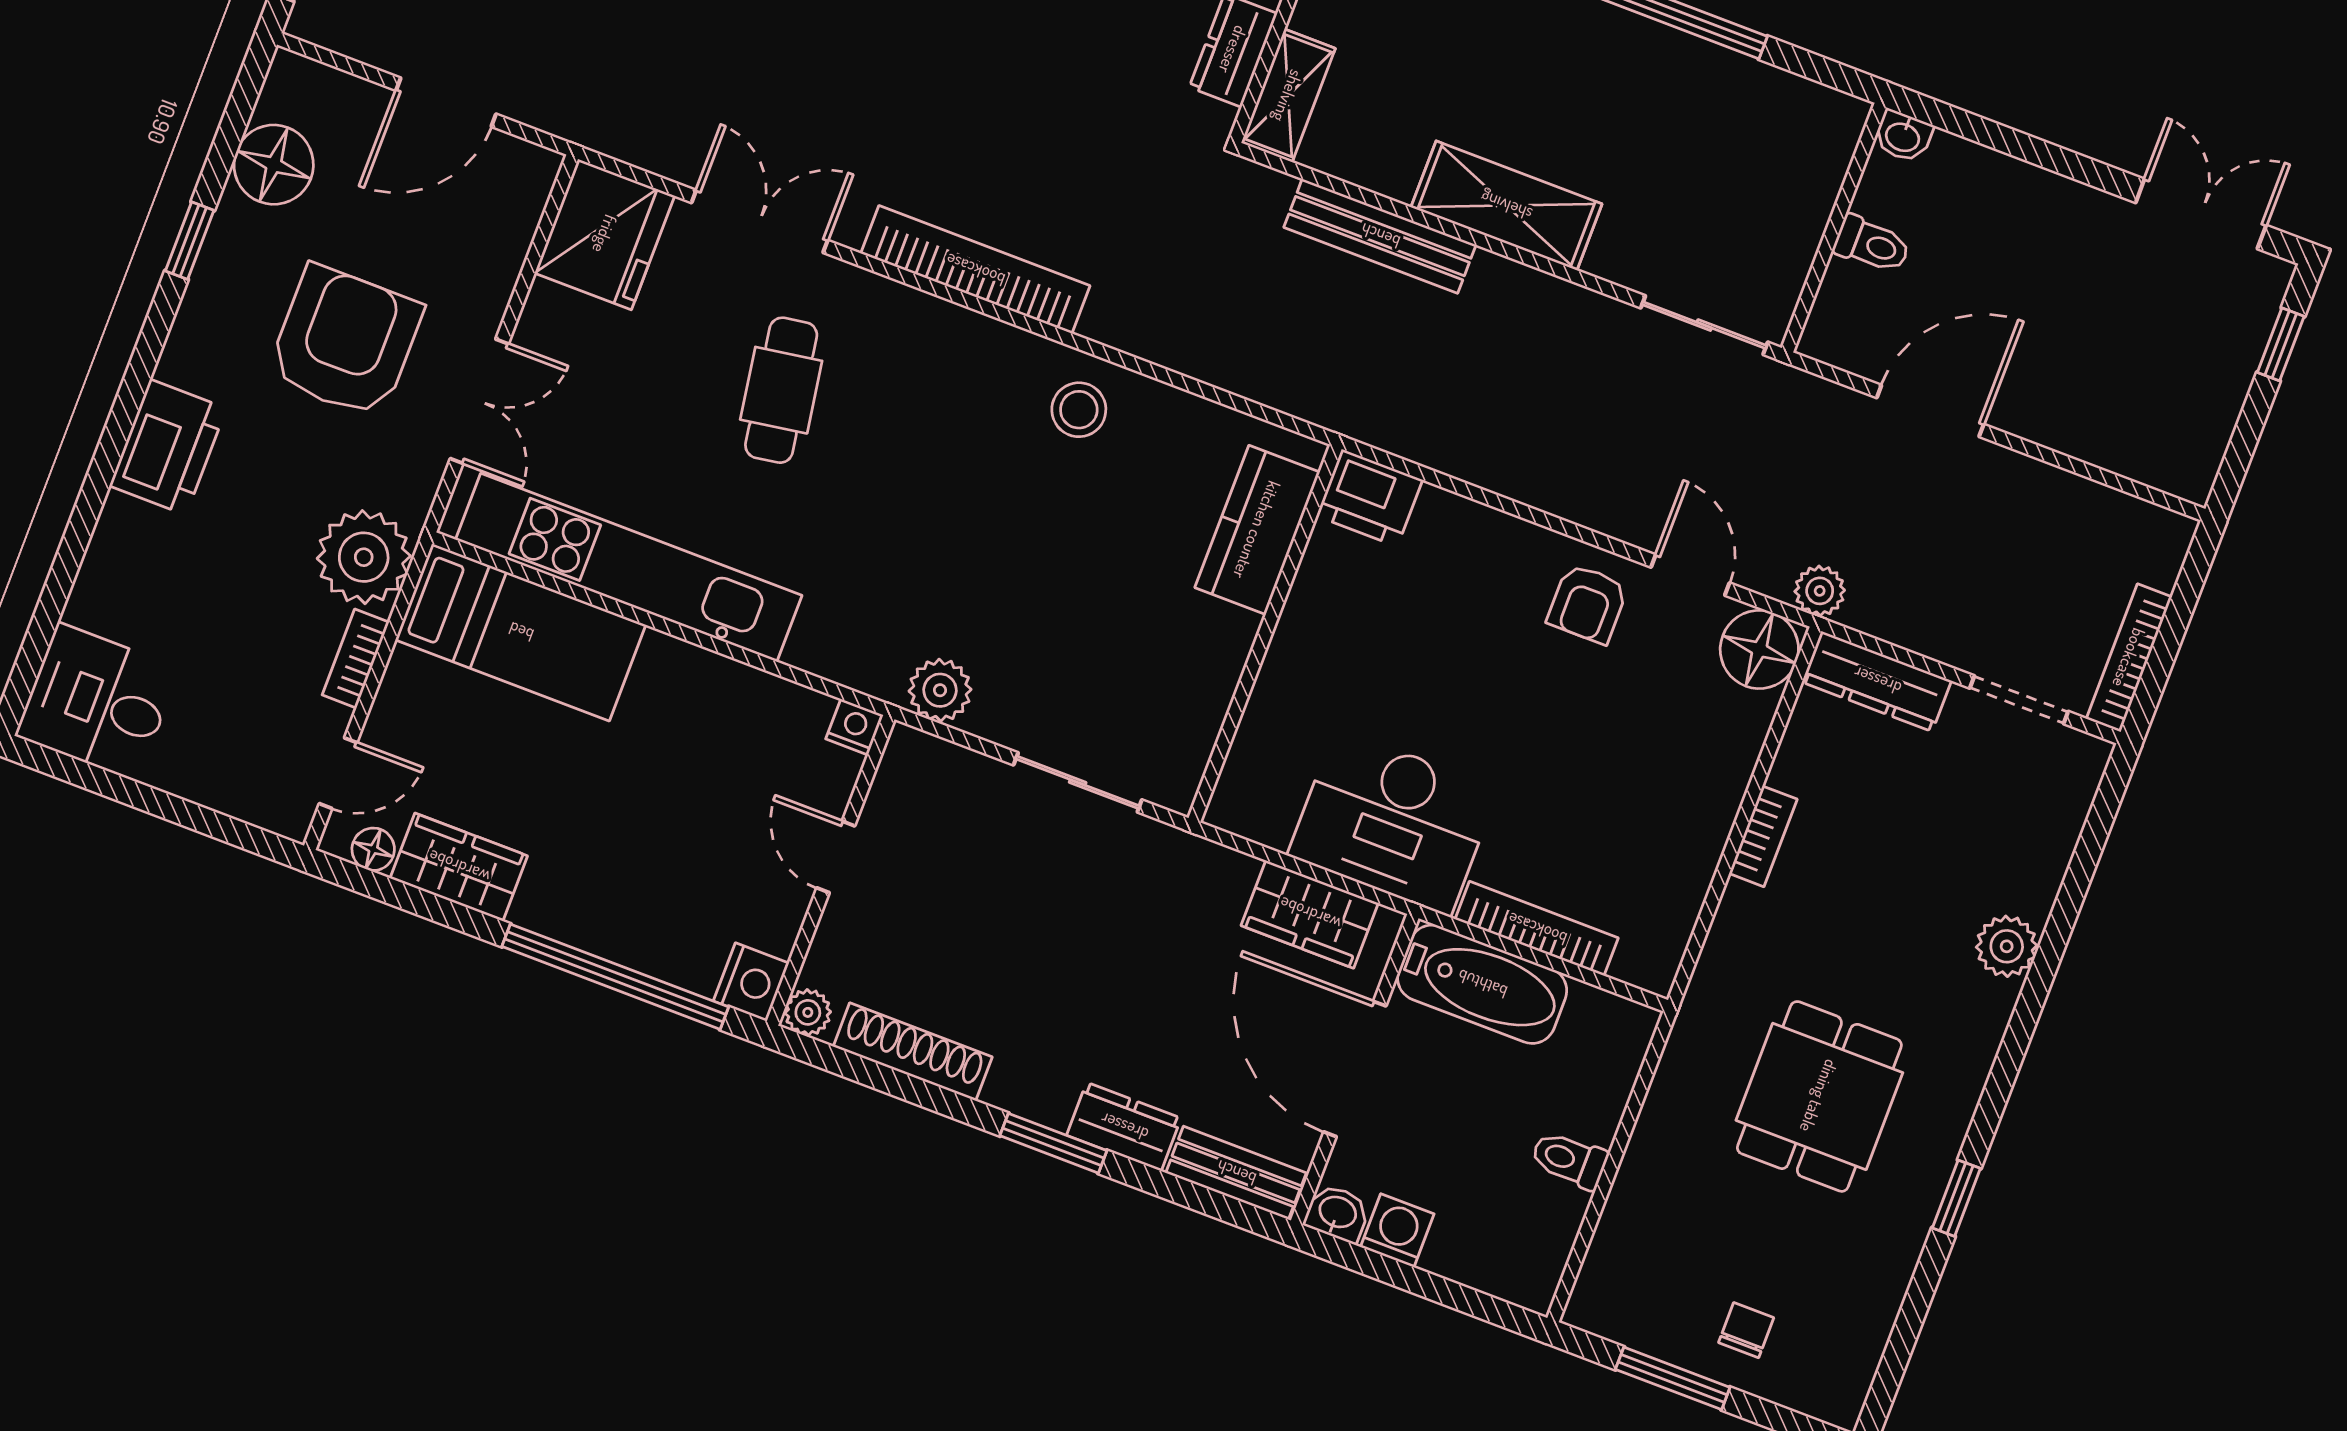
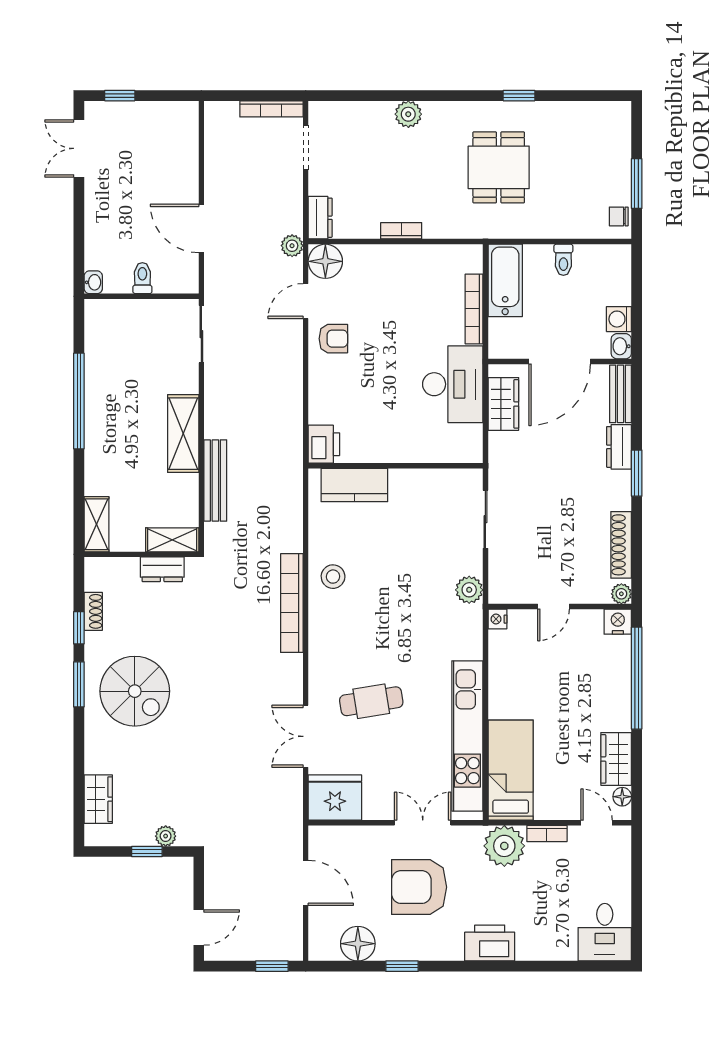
bookcase: (975, 270) -> (292, 603), moved
dresser: (1877, 681) -> (320, 218), width x0.70
bathtub: (1482, 984) -> (505, 280), moved
dining table: (1819, 1096) -> (499, 167), turned 90
chair: (1746, 1330) -> (619, 216), moved

